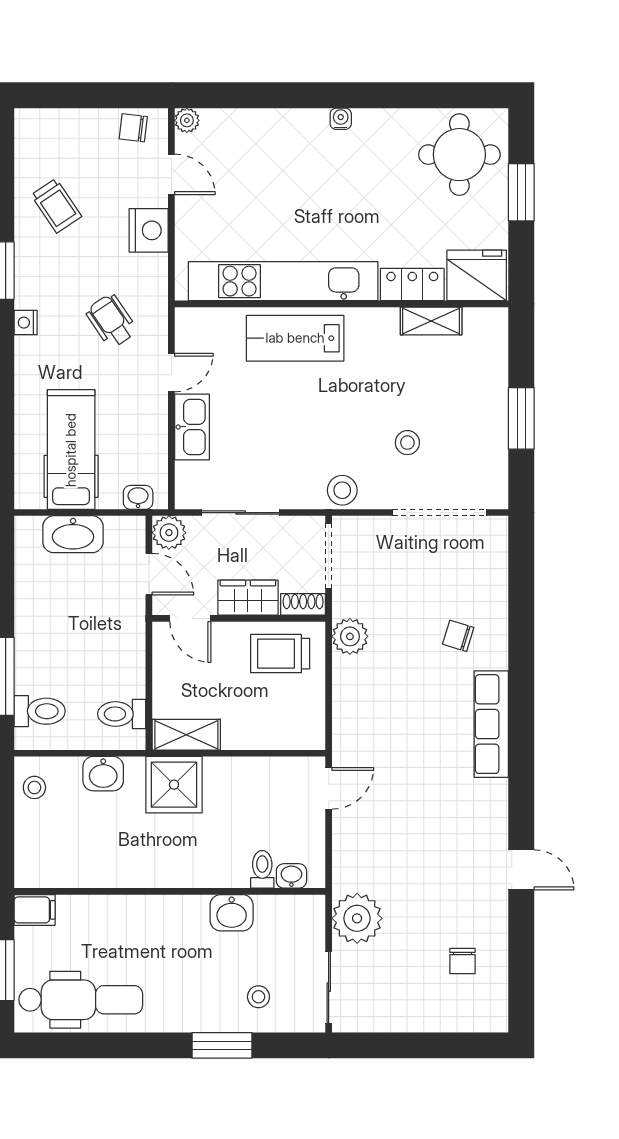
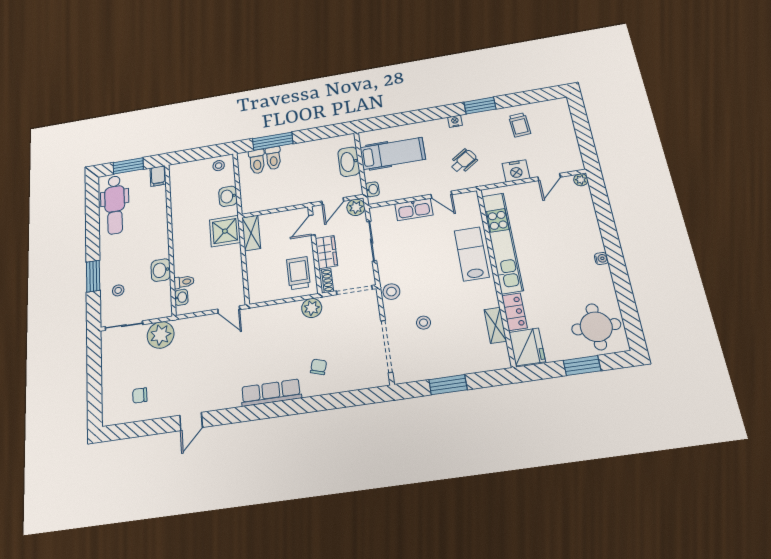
chair: (133, 128) -> (570, 154), removed
trolley: (56, 206) -> (520, 125), turned -60
toilet: (122, 714) -> (273, 158), moved, turned 180

